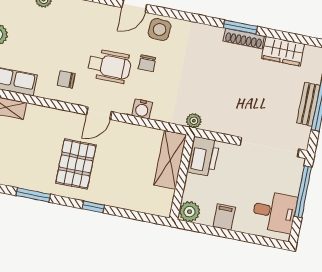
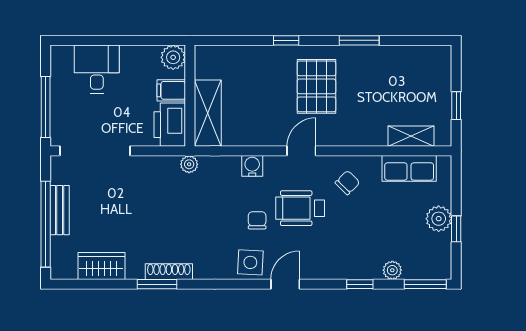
shoe rack: (244, 39) -> (169, 272), moved
chair: (66, 79) -> (347, 183), turned -45
desk: (274, 212) -> (97, 69), moved, turned 90
filing cabinet: (224, 217) -> (171, 90), moved, turned 90

